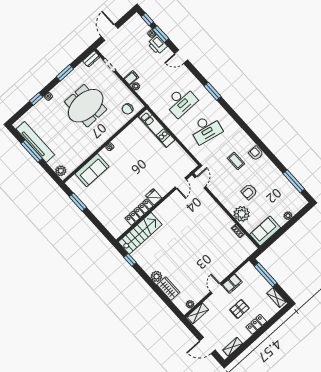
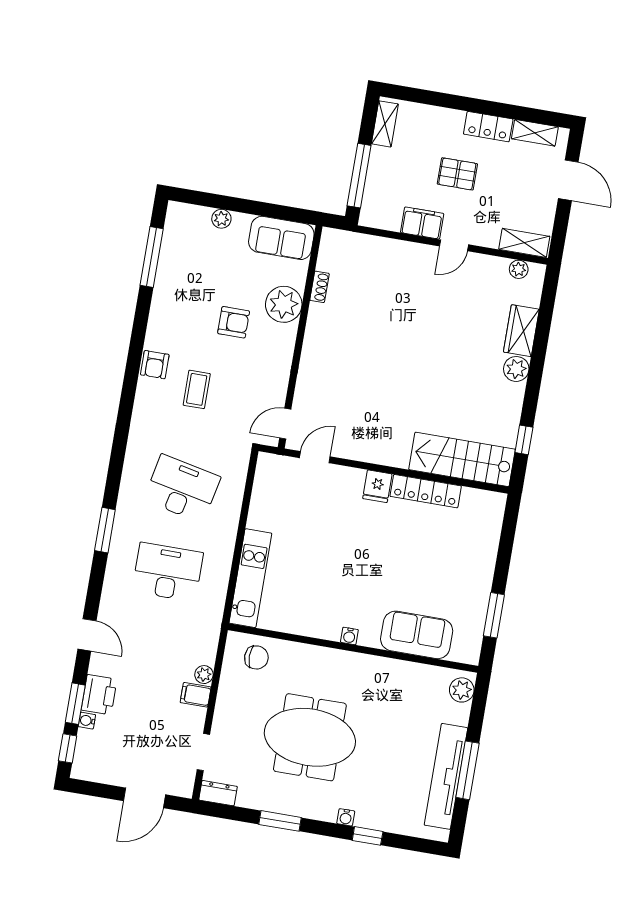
locker: (256, 324) -> (488, 127), moved

